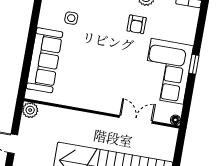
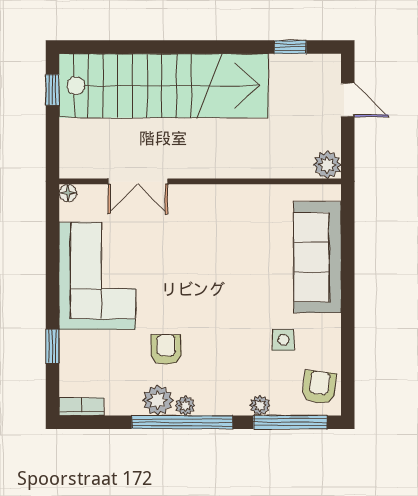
window: (194, 64) -> (52, 346), moved

